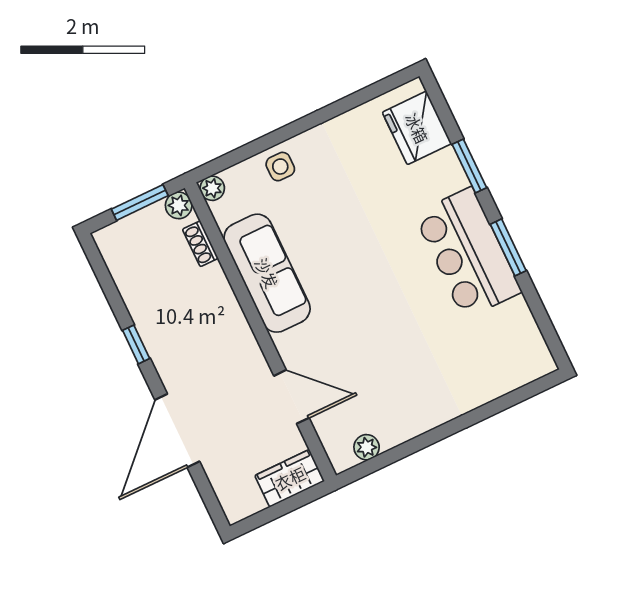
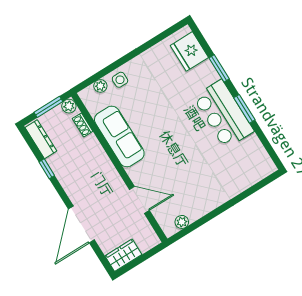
plant: (212, 188) -> (100, 86), moved
dresser: (119, 262) -> (41, 139), added
window: (136, 344) -> (47, 169), moved
wardrobe: (290, 478) -> (123, 255), moved

